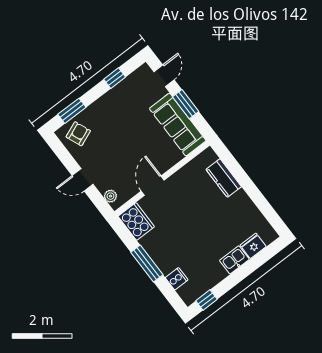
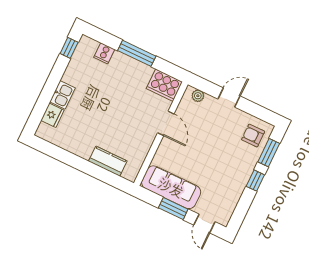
window: (115, 78) -> (255, 181), moved
armchair: (78, 134) -> (253, 136), turned 112

